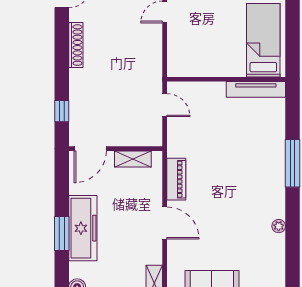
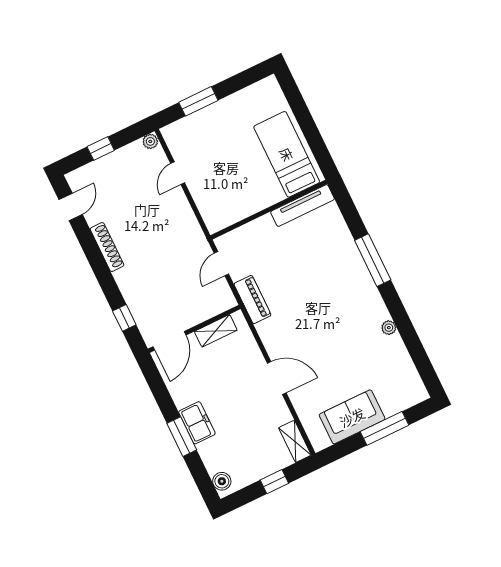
door: (165, 105) -> (221, 264), swing flipped
piano: (176, 179) -> (252, 300), moved
freezer: (83, 228) -> (197, 423), width x0.52, depth x0.79

